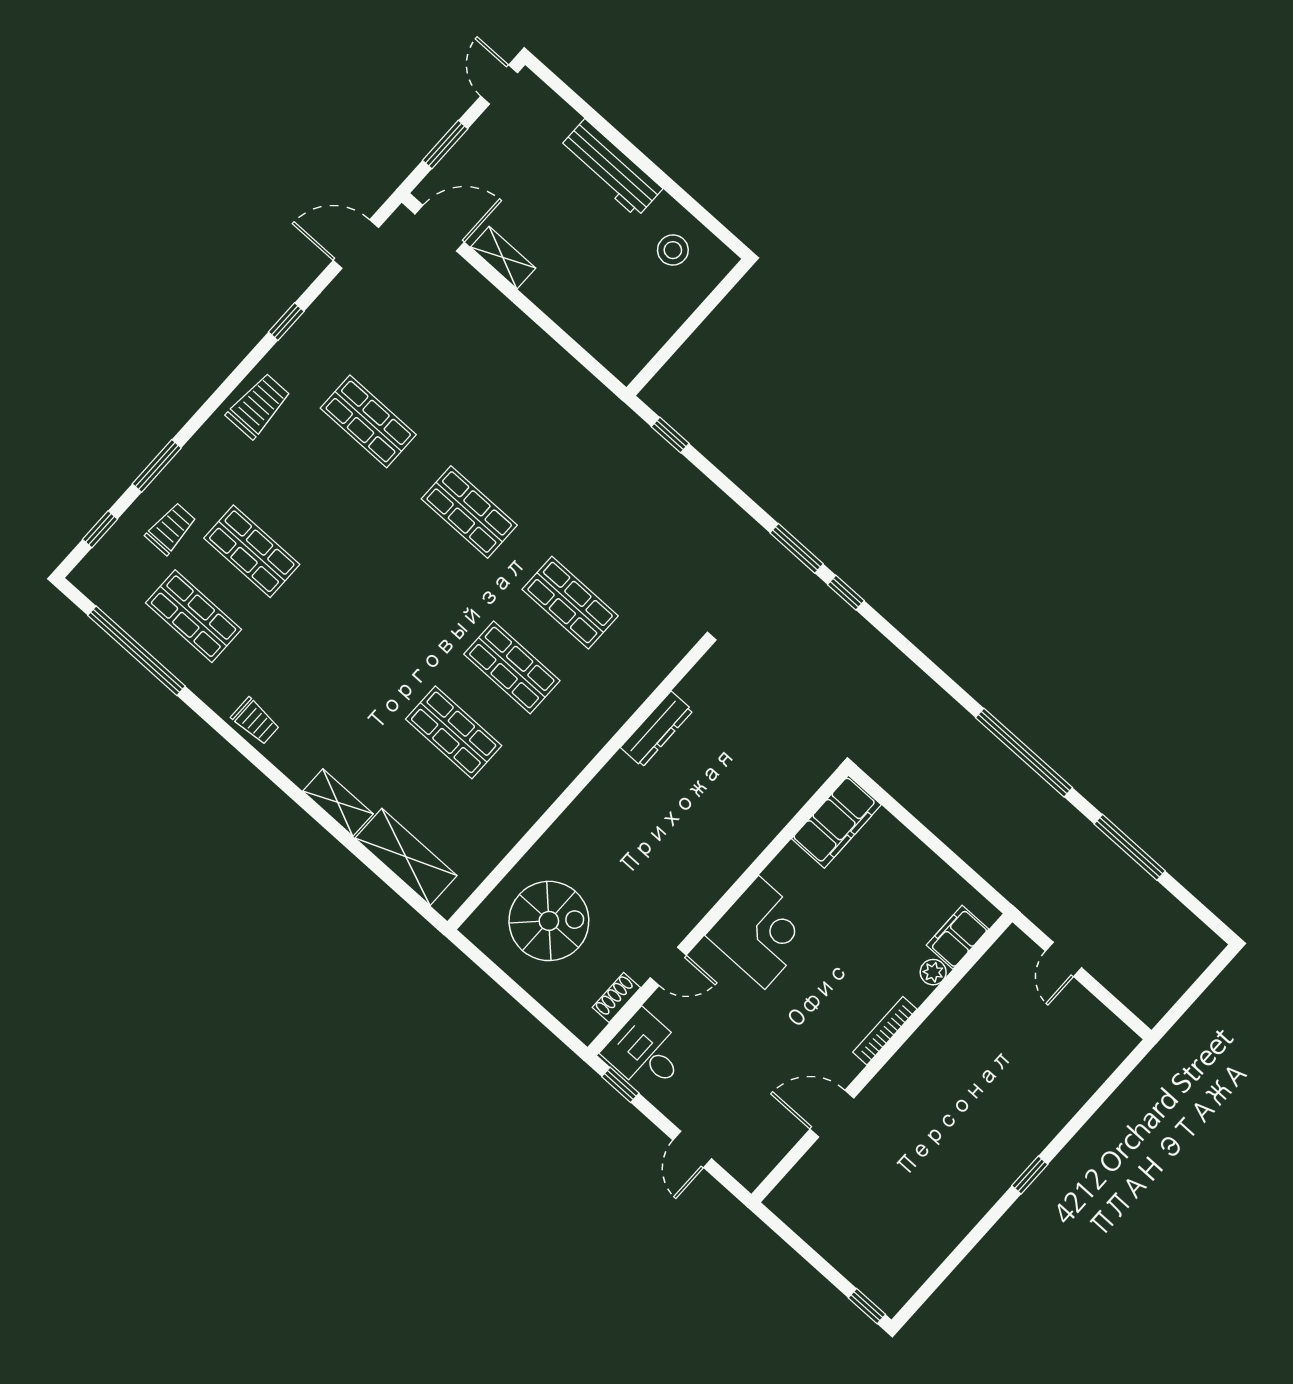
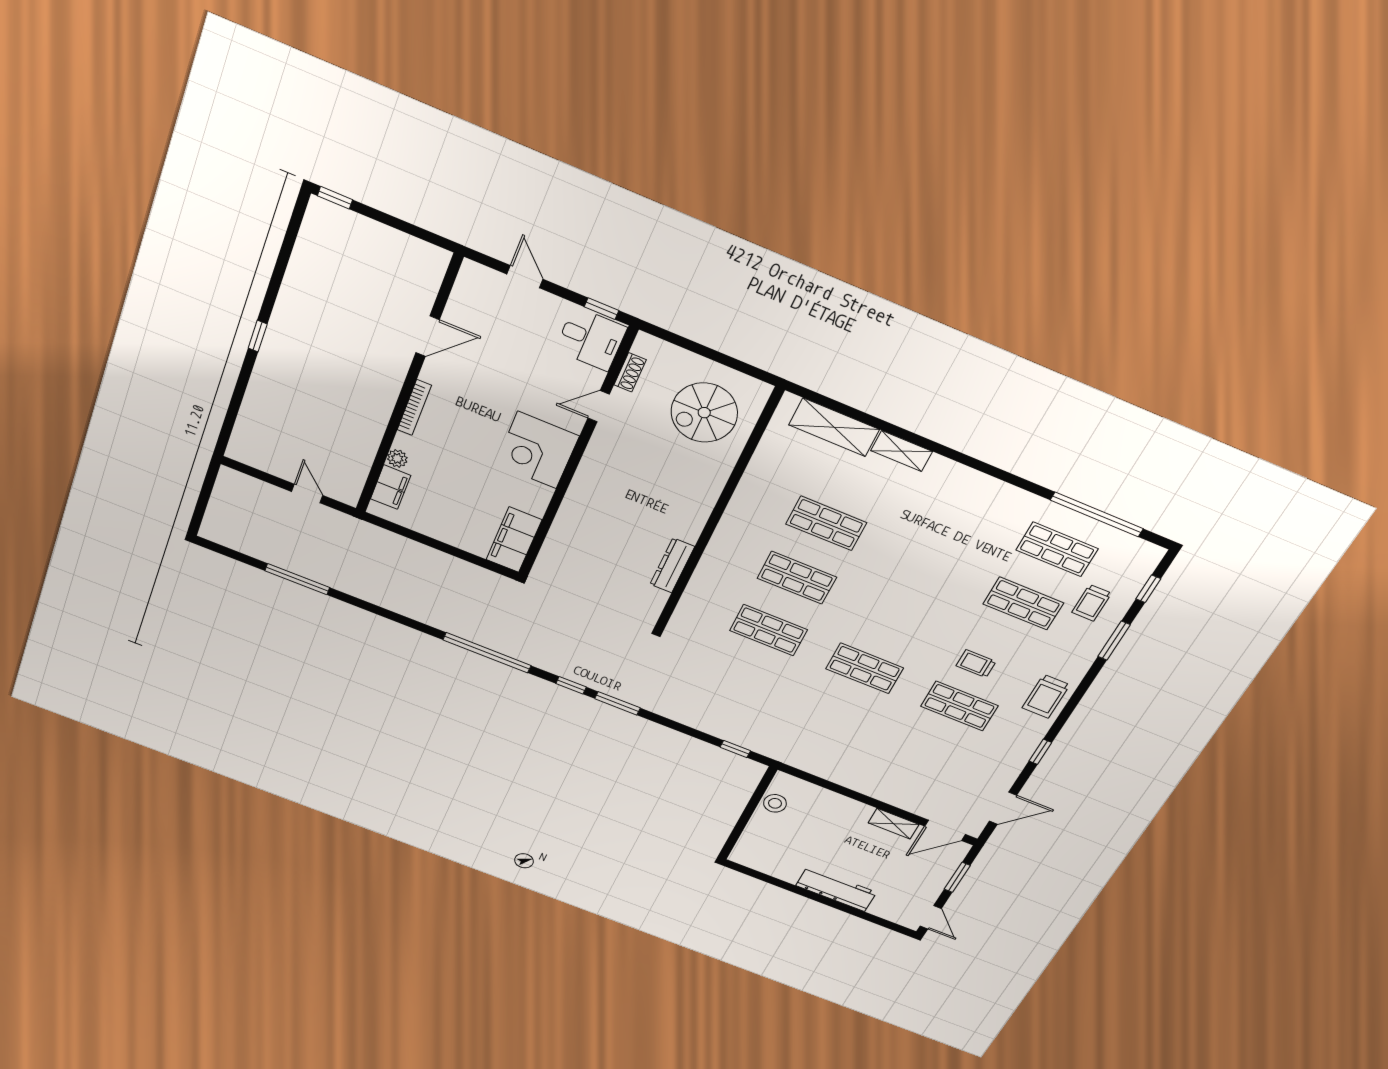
stool: (673, 250) -> (775, 803), moved
trolley: (255, 721) -> (976, 664), moved
window: (1024, 753) -> (487, 653), moved

